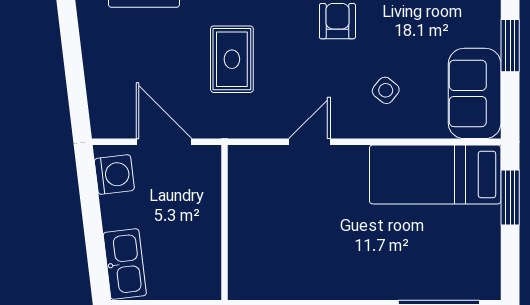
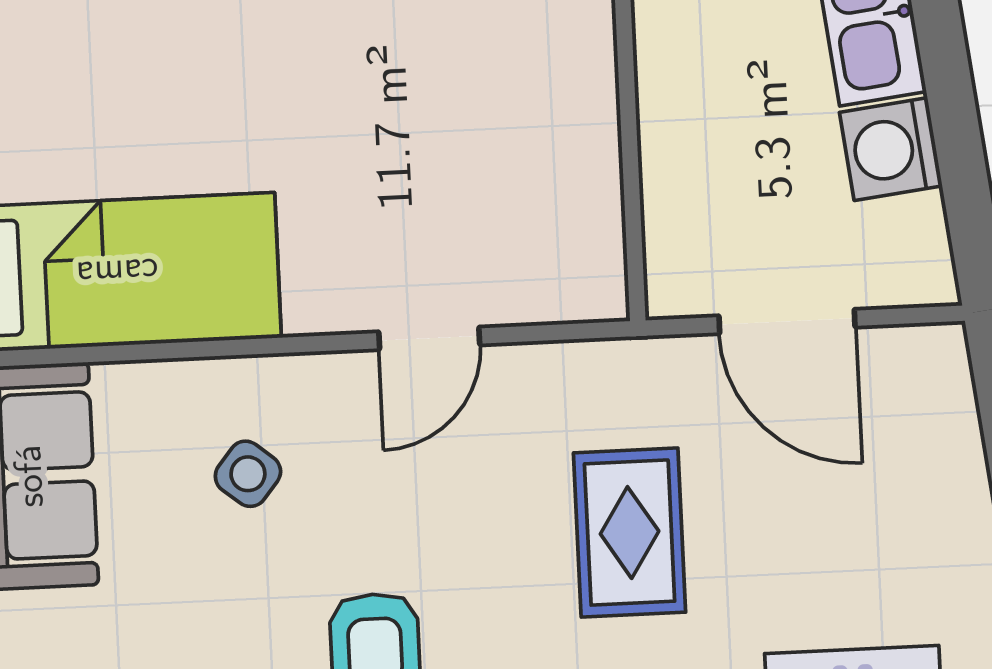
washing machine: (114, 175) -> (891, 149), moved

